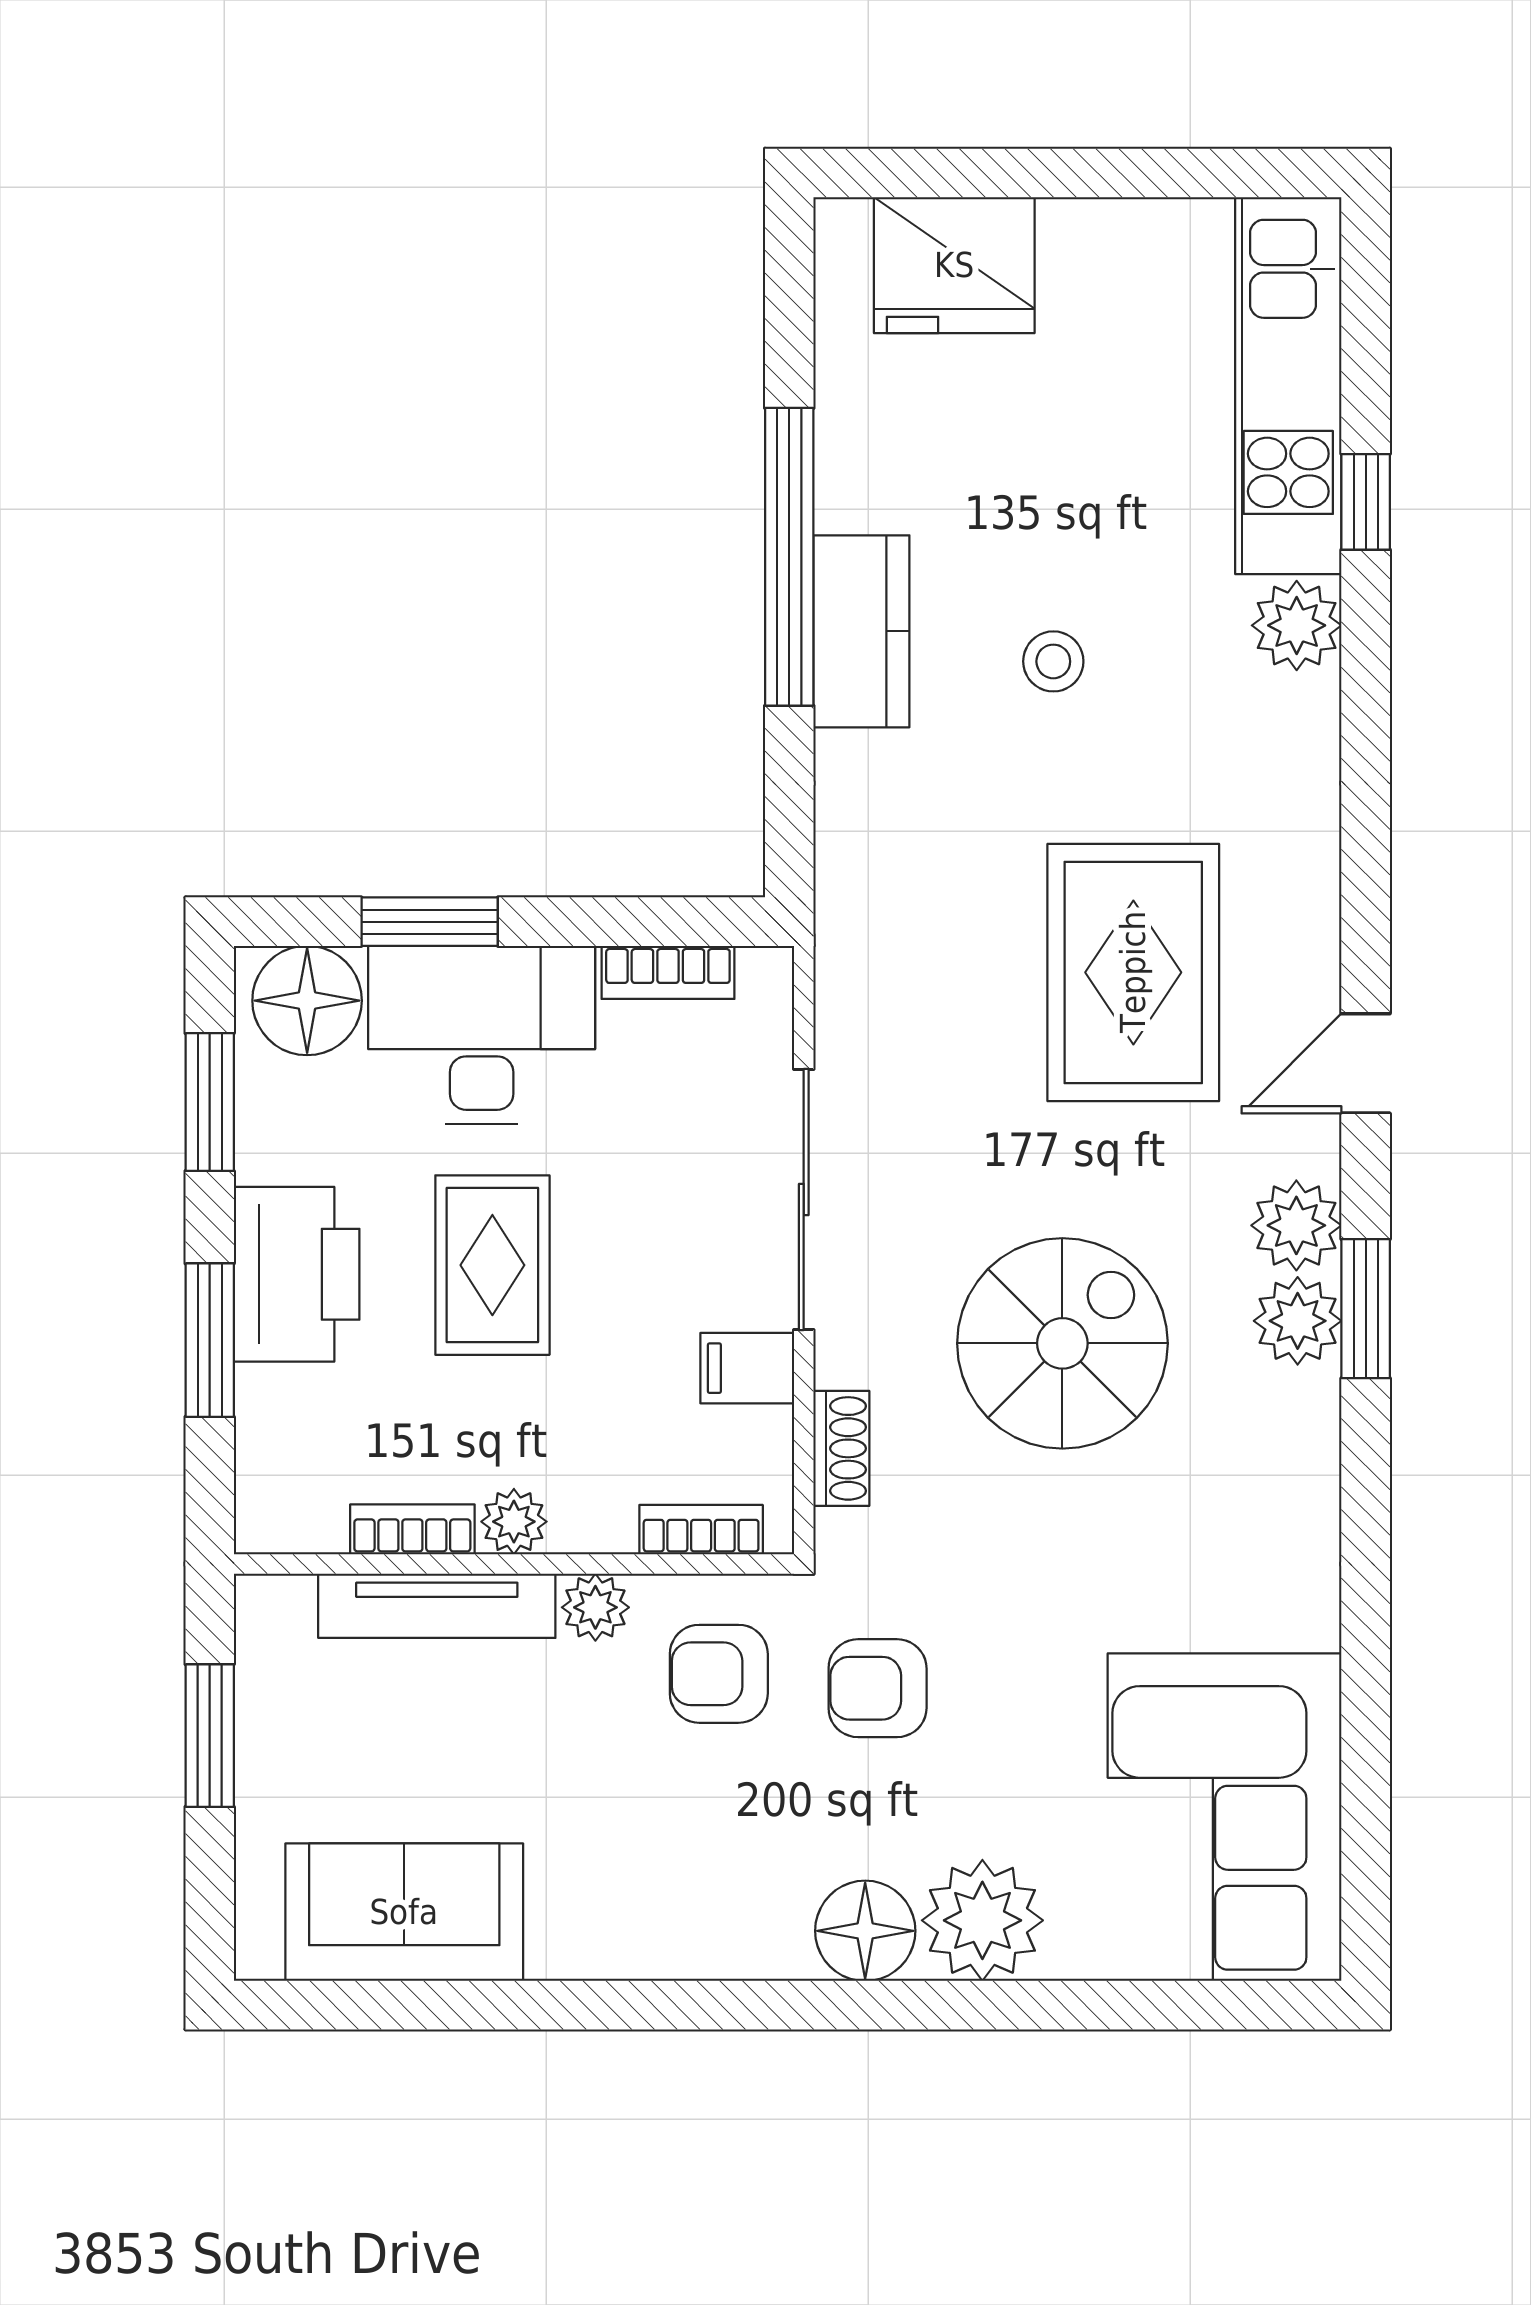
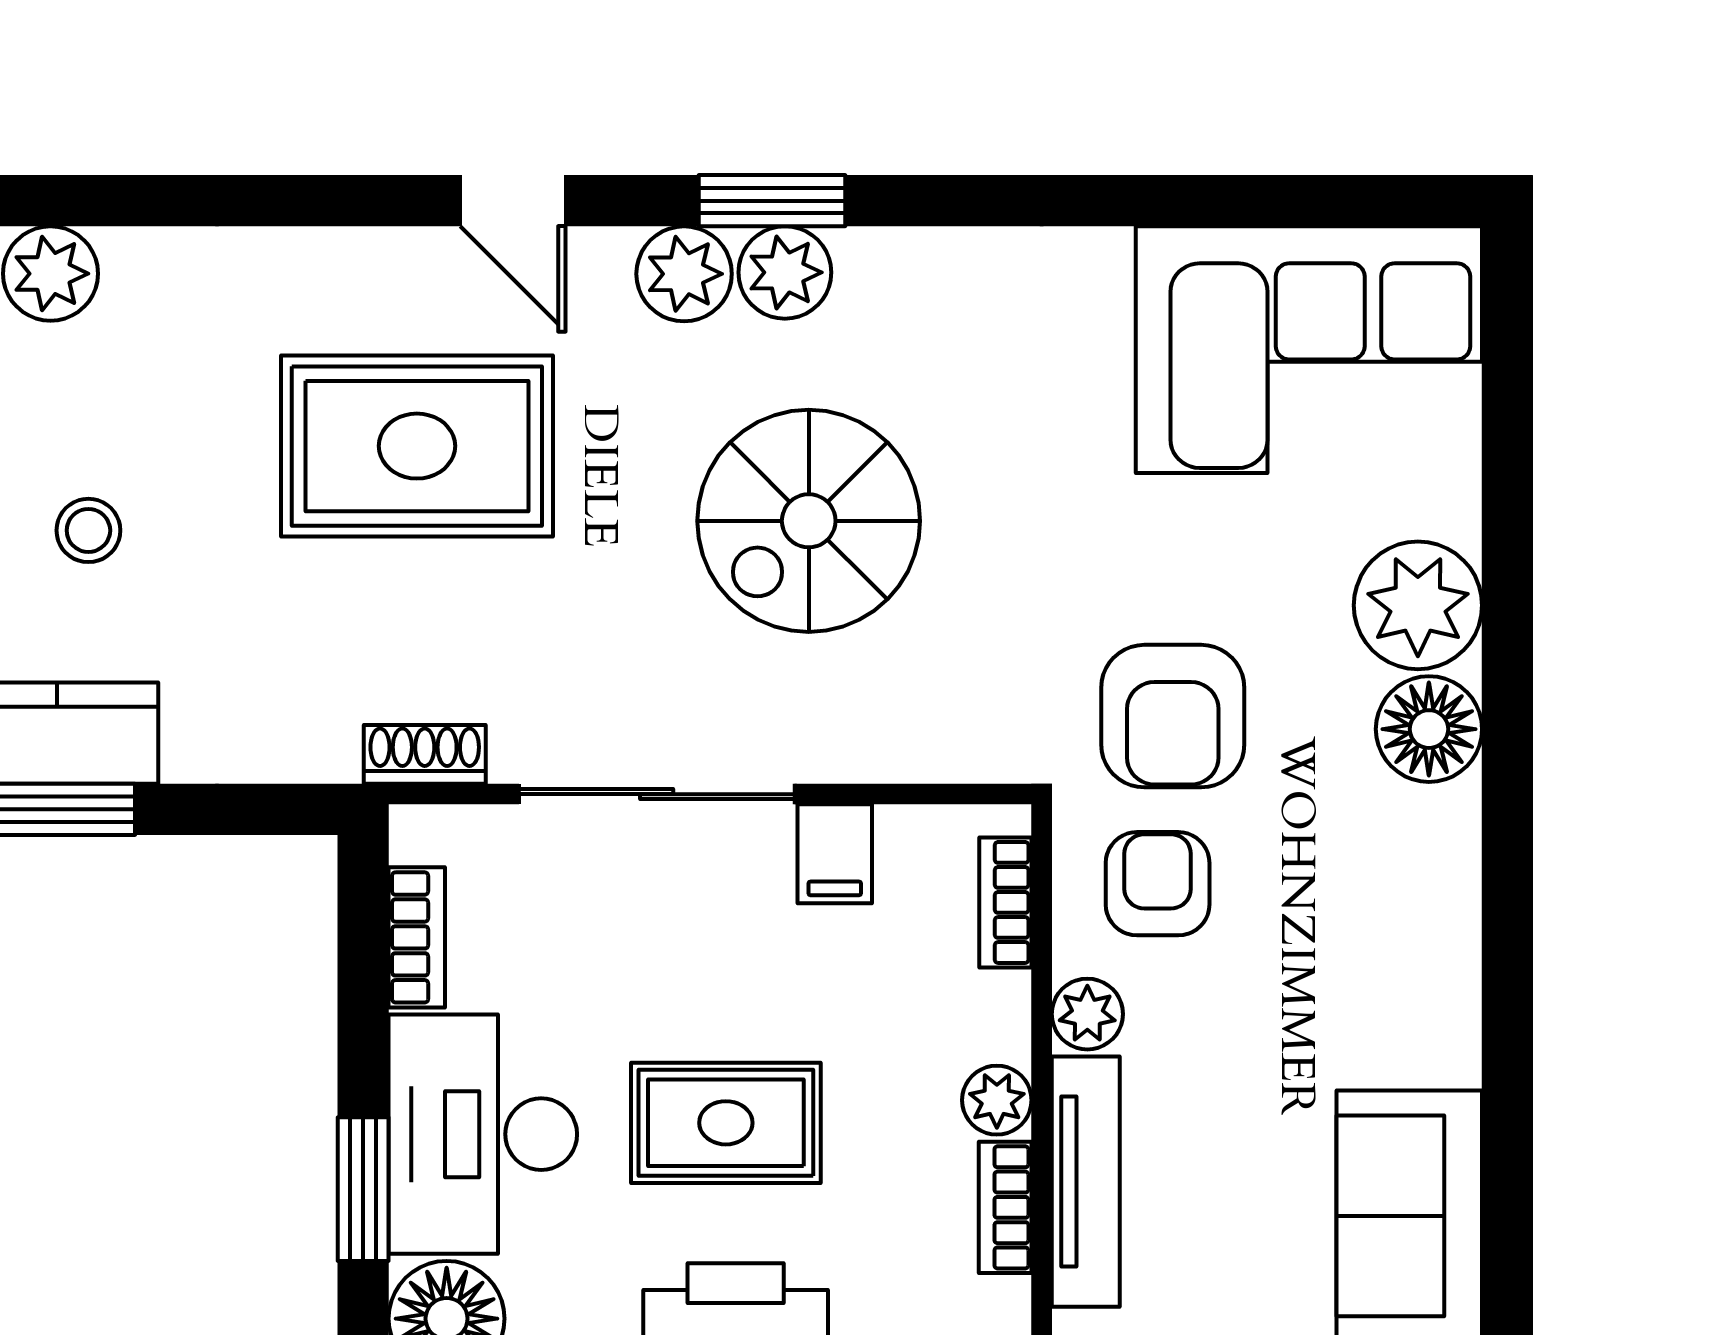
spiral stairs: (1062, 1343) -> (809, 521), turned -90
shoe rack: (841, 1448) -> (425, 754), moved
armchair: (719, 1674) -> (1158, 884), turned 180
armchair: (878, 1688) -> (1173, 716), width x1.38, depth x1.38

